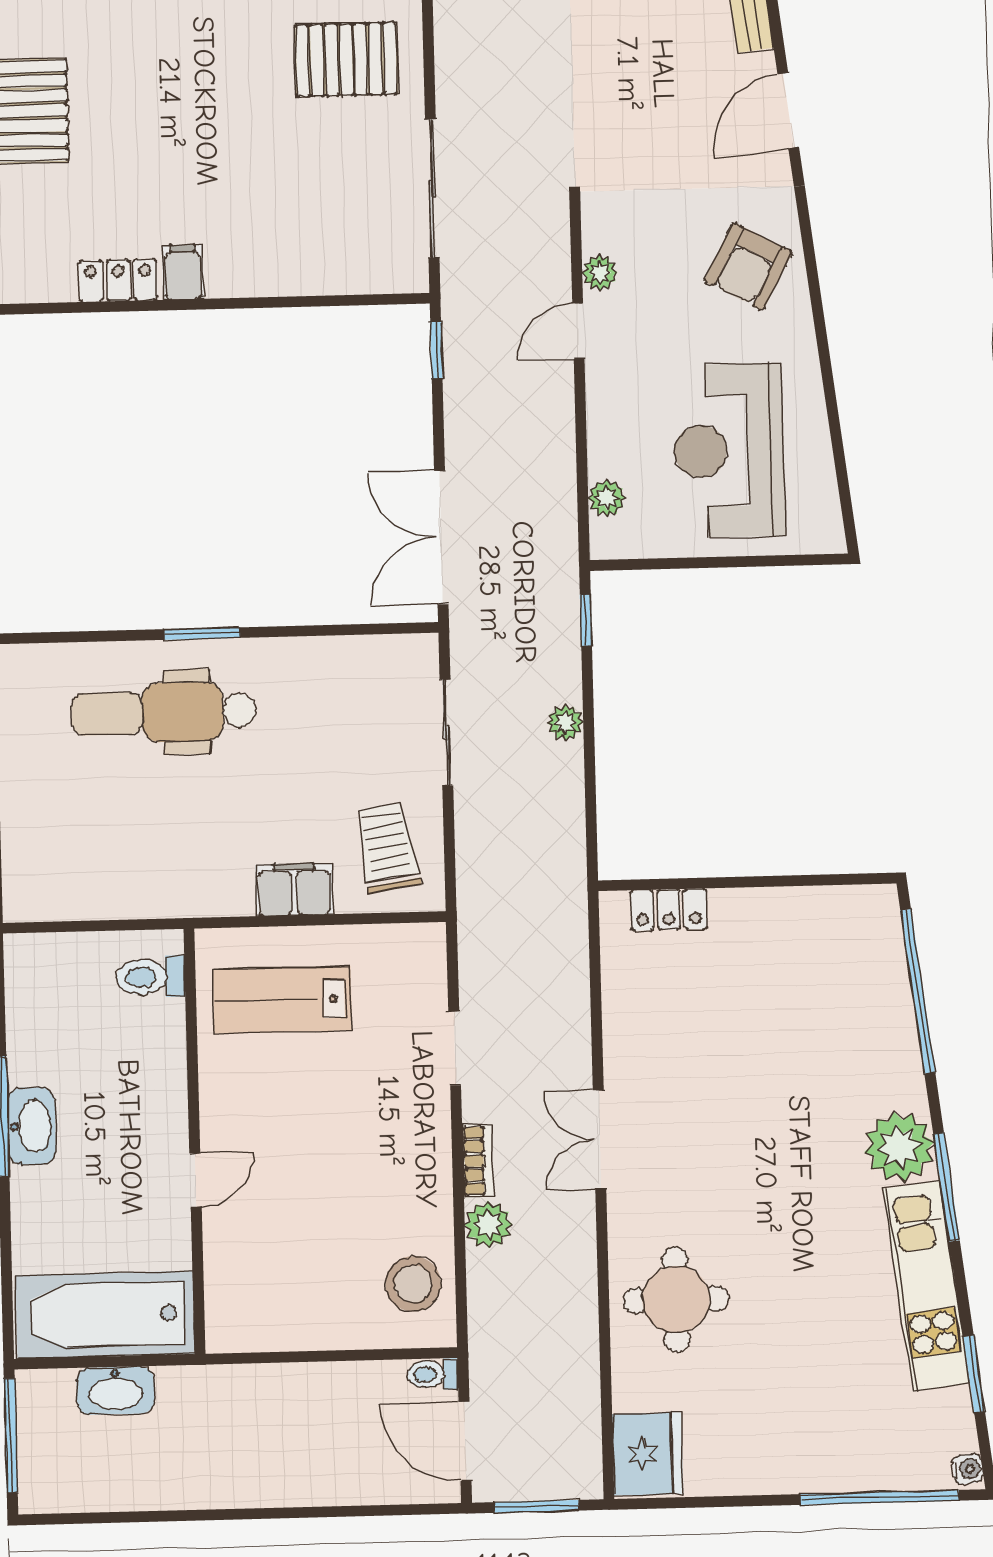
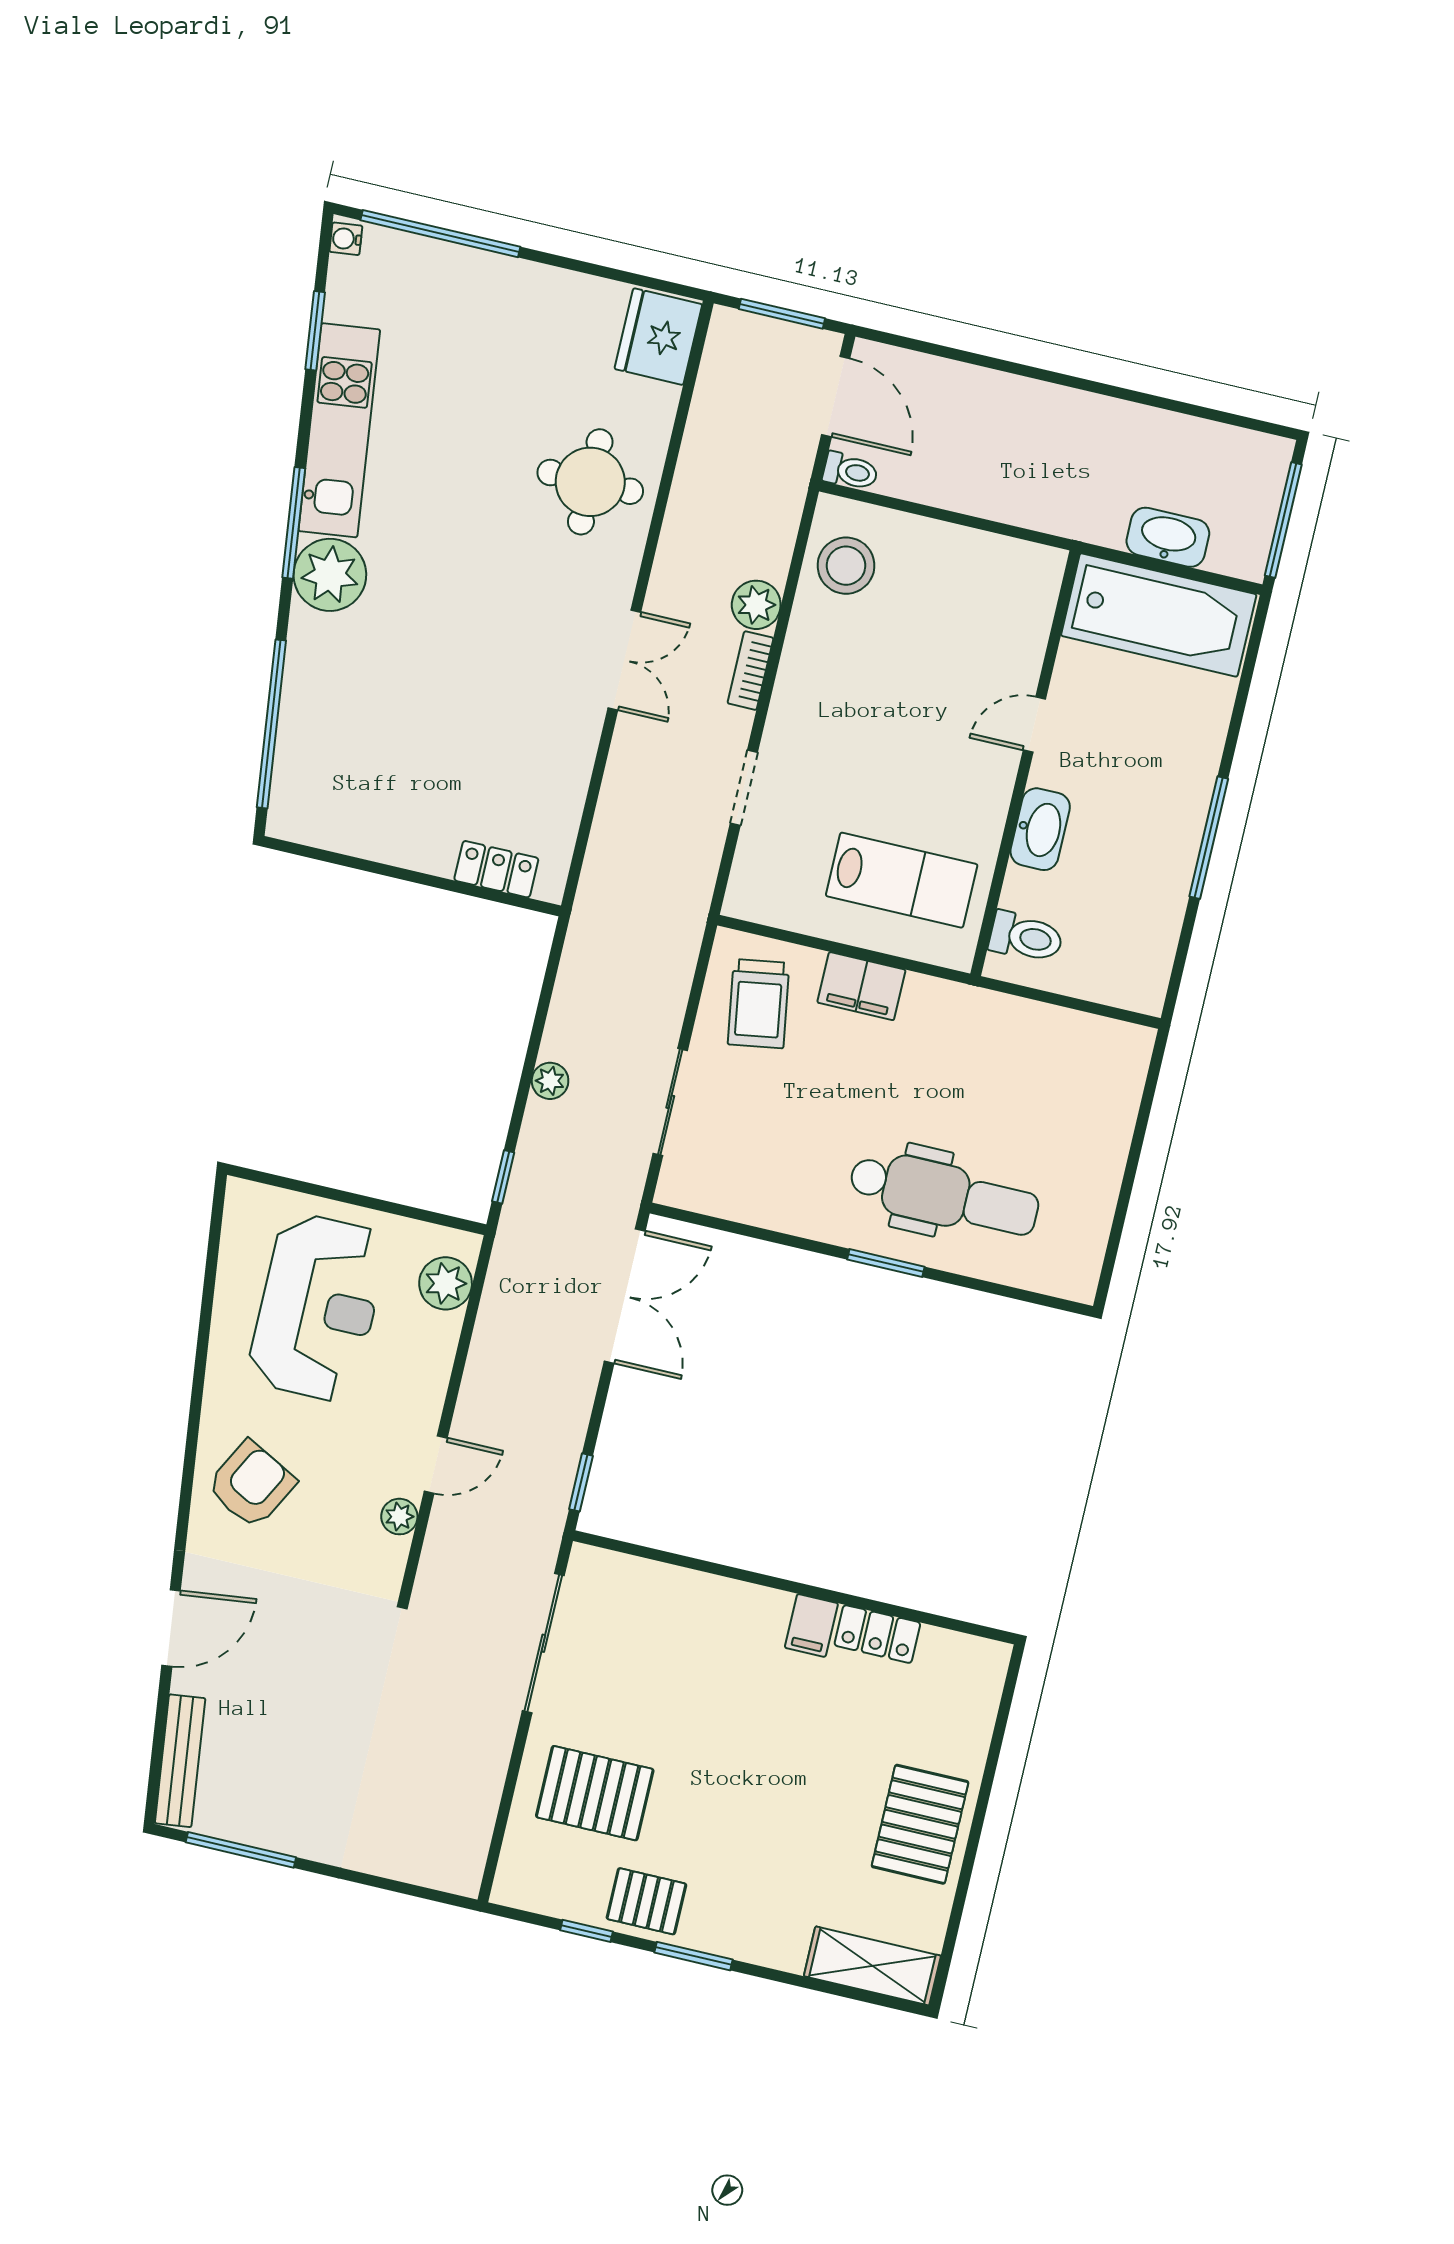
plant: (607, 498) -> (446, 1283), width x1.38, depth x1.38
washbasin: (32, 1126) -> (1040, 829), moved, turned 180

